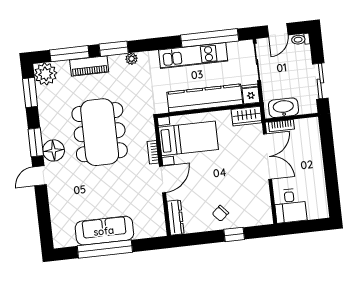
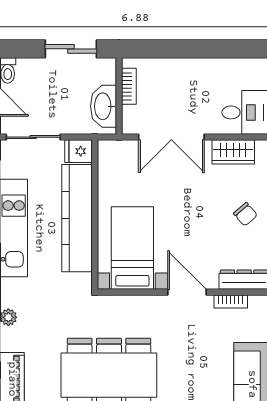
wardrobe: (247, 116) -> (233, 152), moved, turned 90
bookcase: (281, 126) -> (129, 86), moved
bookcase: (153, 152) -> (231, 301), moved
double door: (268, 157) -> (171, 137), swing flipped

